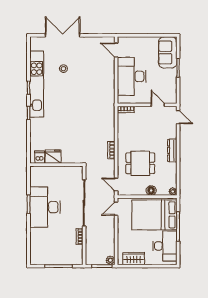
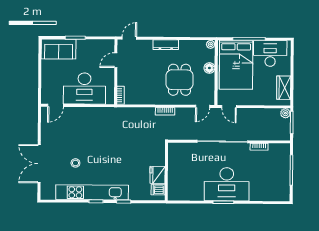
dishwasher: (40, 157) -> (158, 190), moved
fridge: (53, 157) -> (158, 175), moved
wall: (56, 165) -> (166, 171), moved

